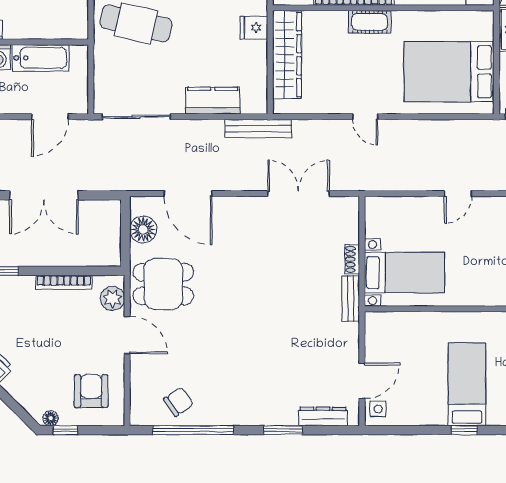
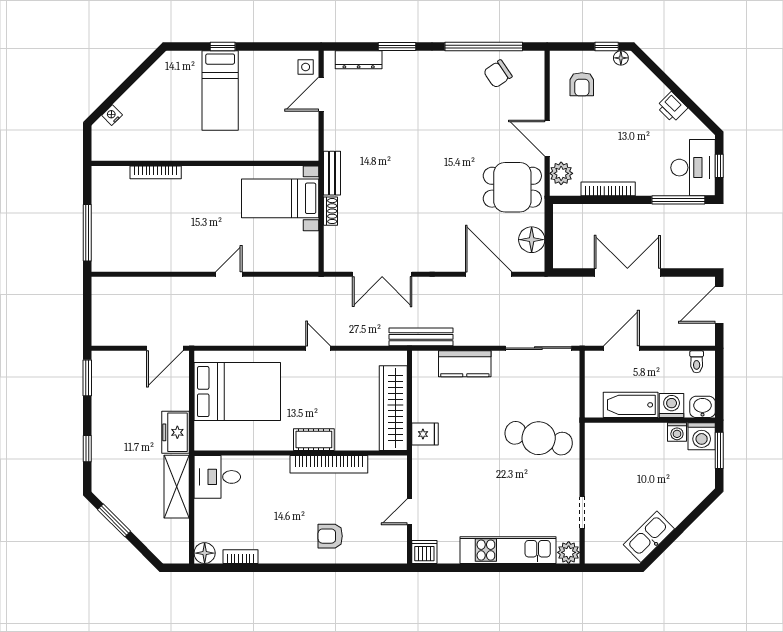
armchair: (91, 391) -> (582, 84), width x0.72, depth x0.72

